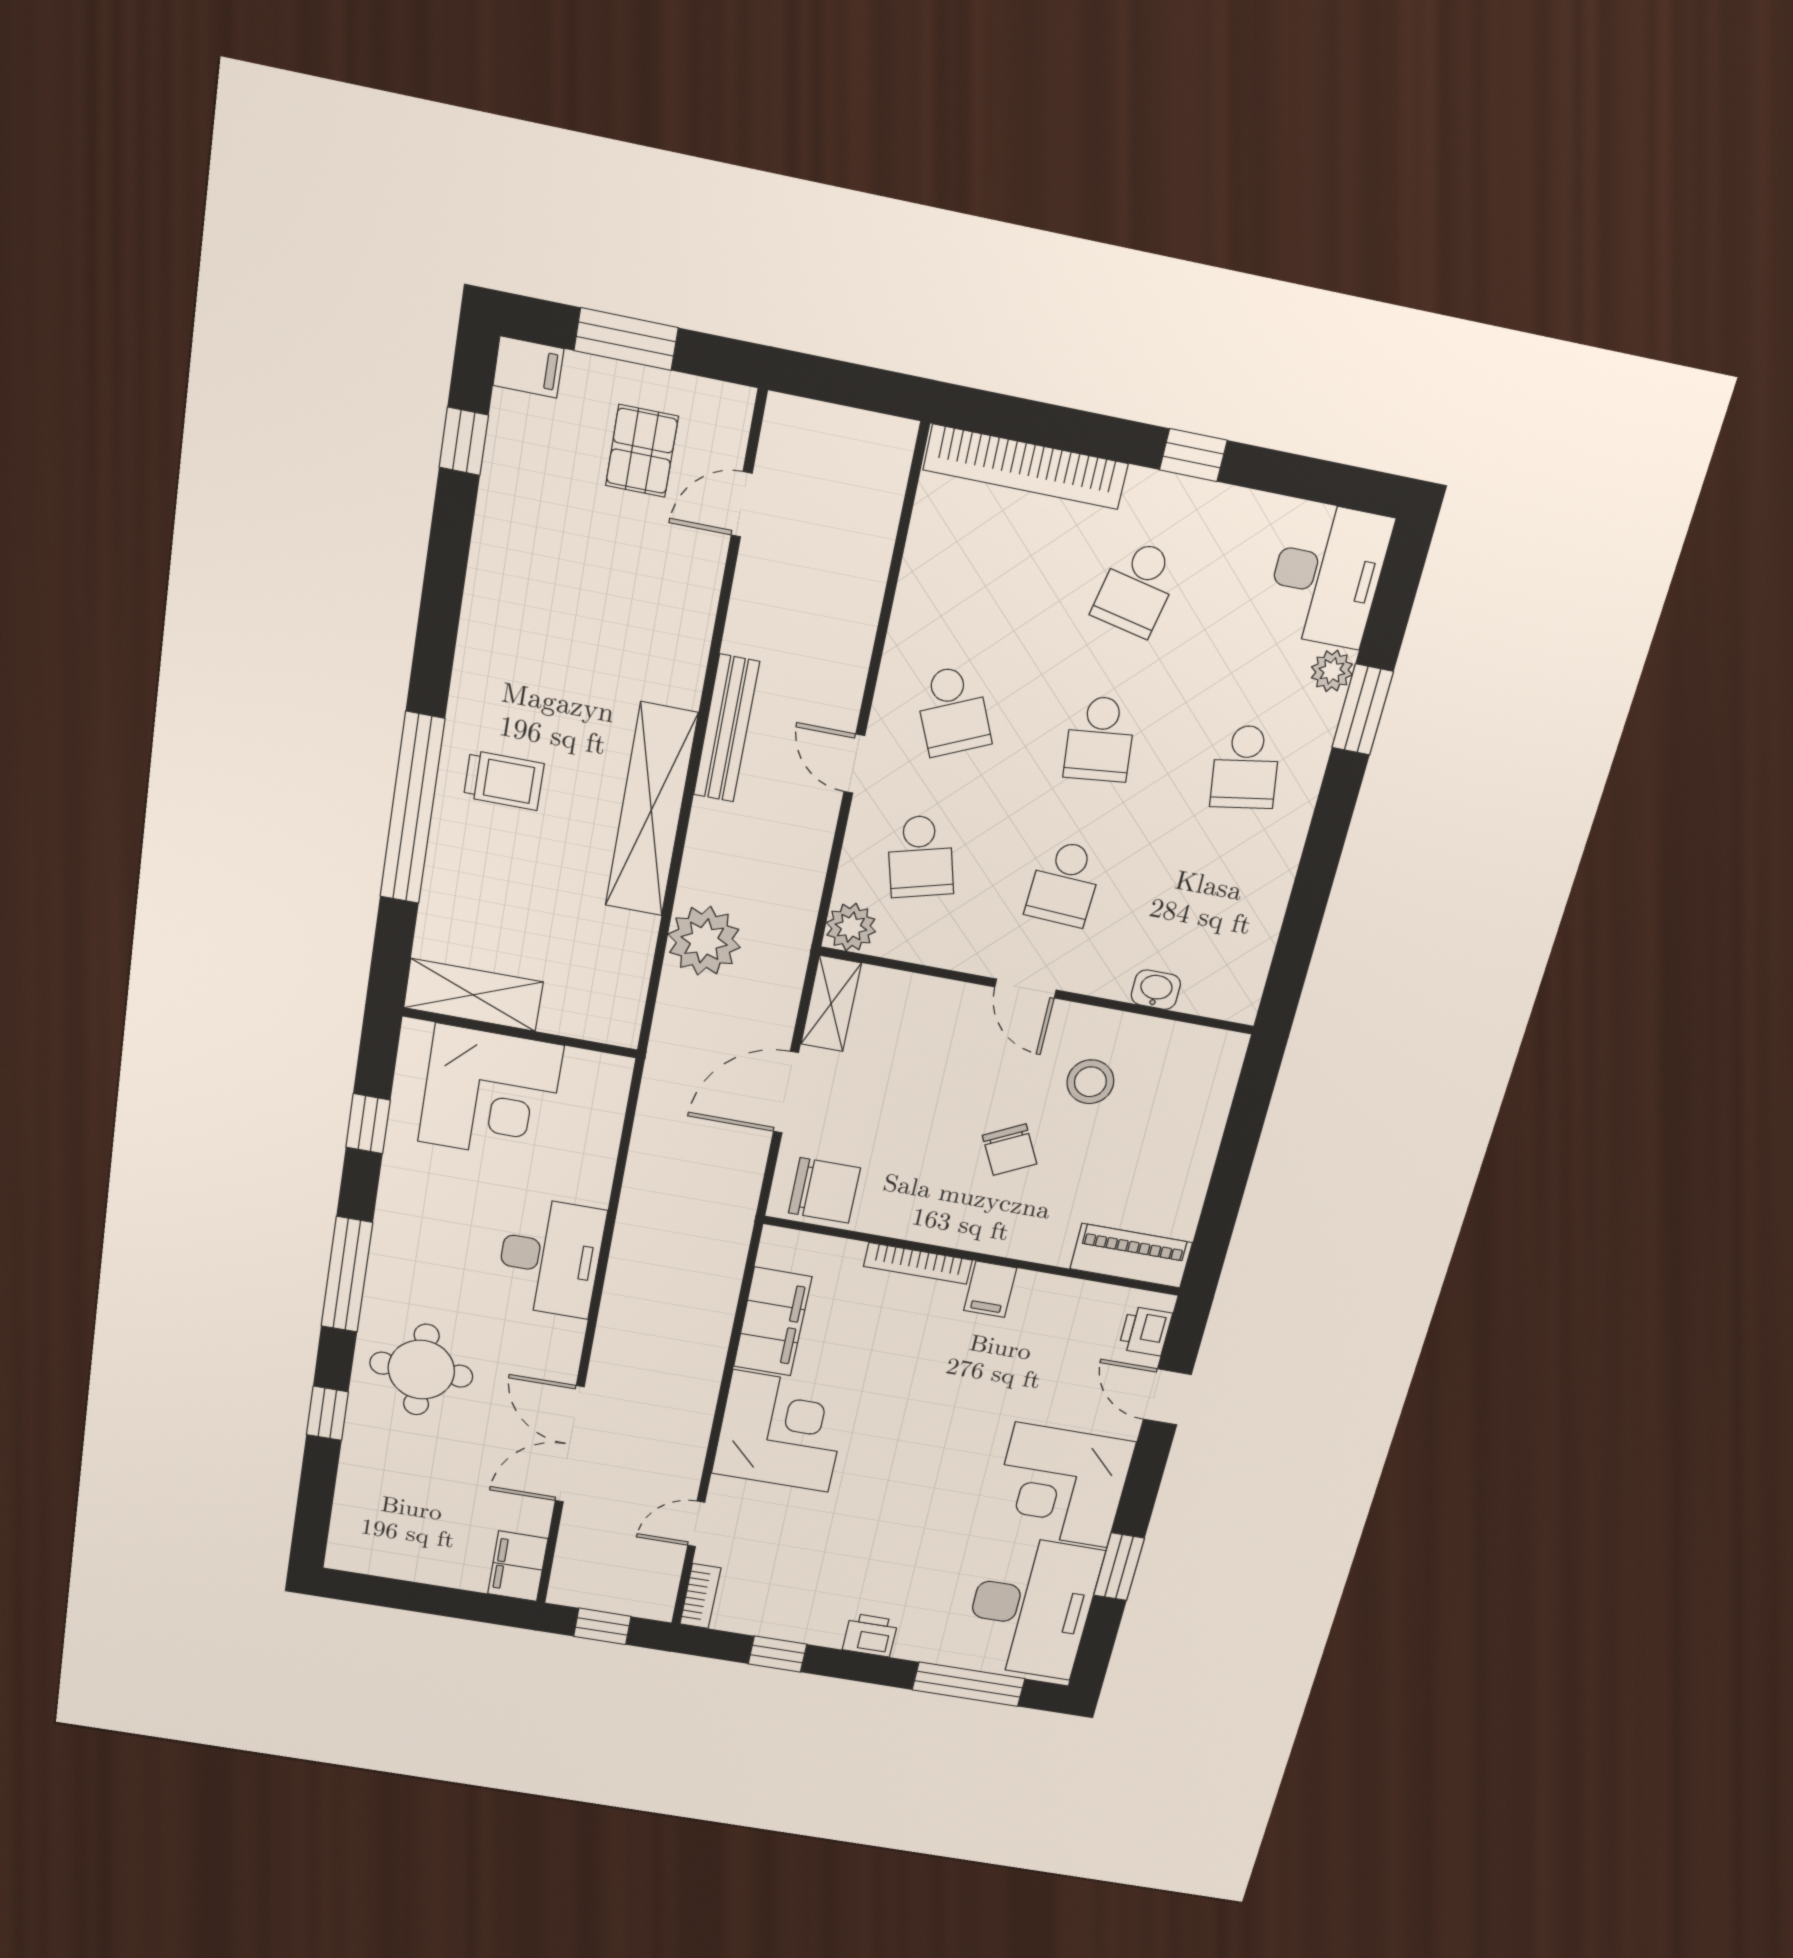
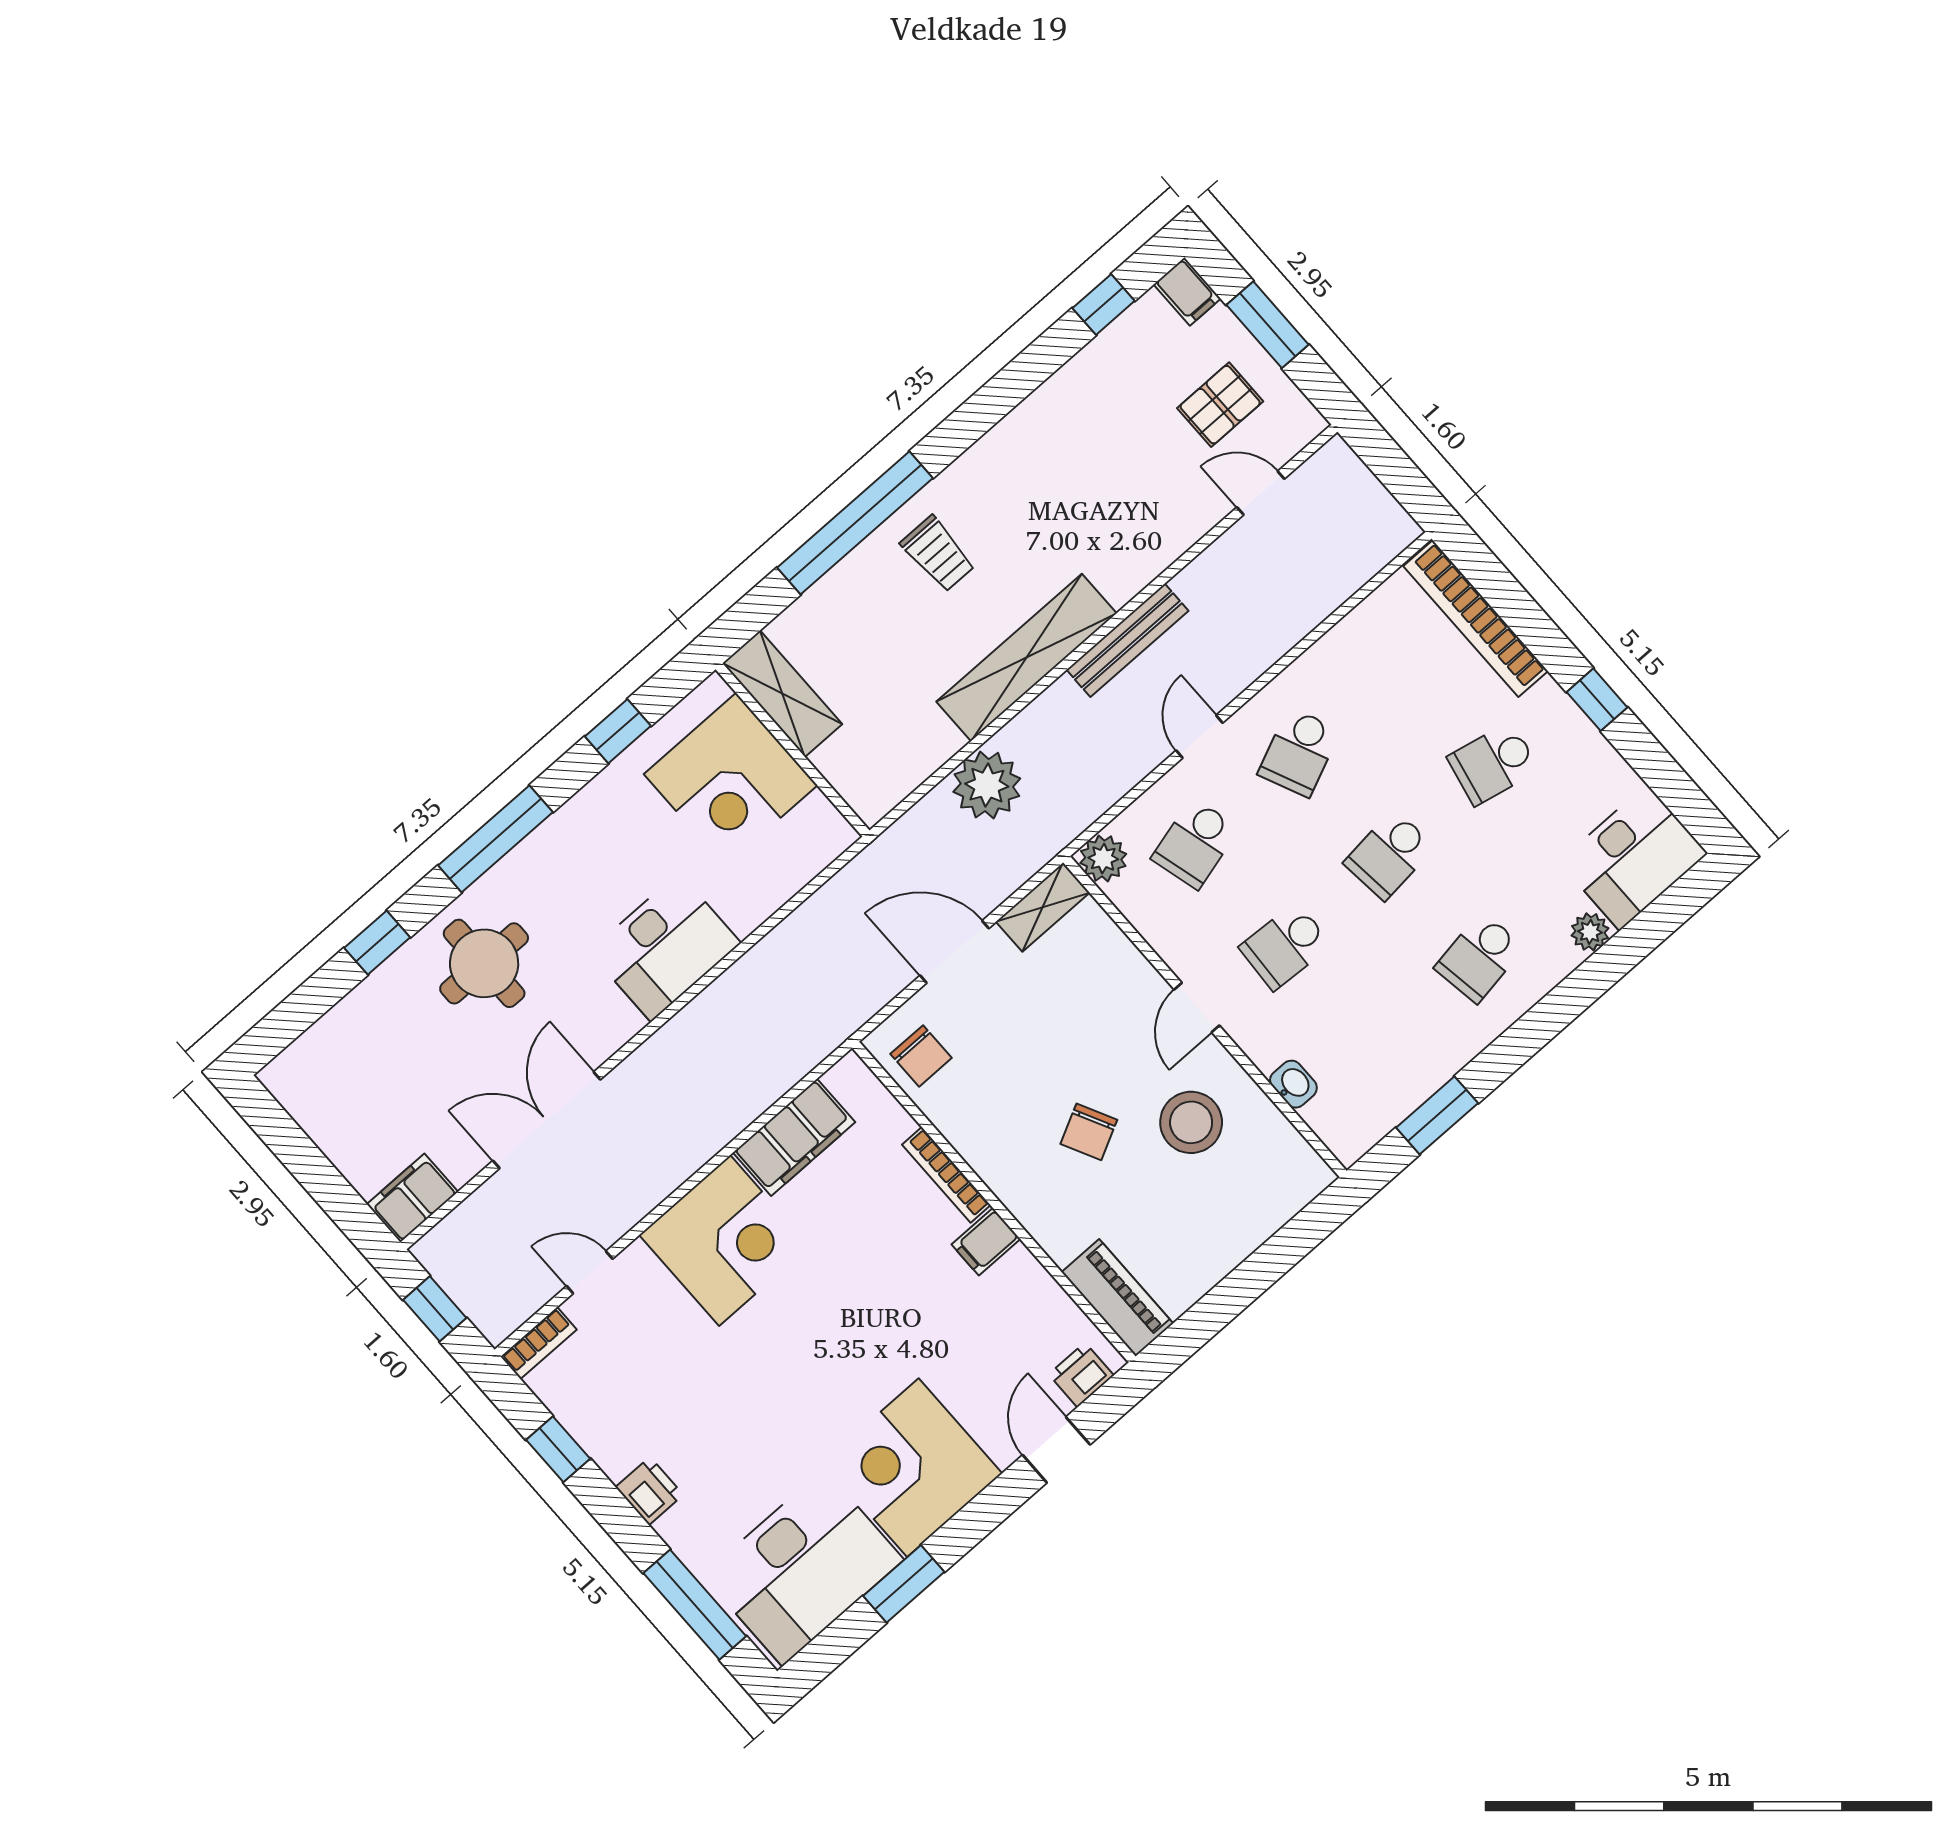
window: (1363, 710) -> (1437, 1115), moved
stool: (1090, 1082) -> (1191, 1122), width x1.38, depth x1.38
chair: (824, 1190) -> (921, 1056), width x0.73, depth x0.73

